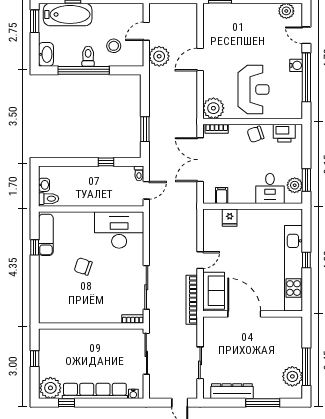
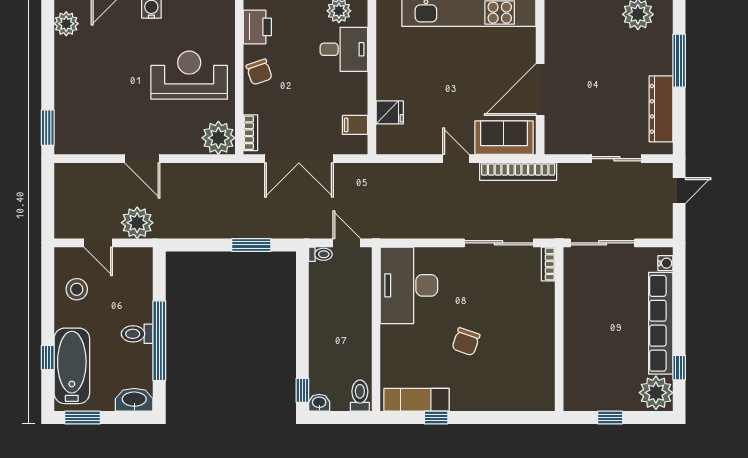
stool: (114, 46) -> (77, 289), moved
window: (106, 162) -> (302, 390), moved
washbasin: (44, 185) -> (319, 403), moved

